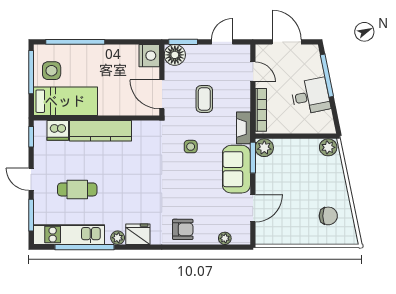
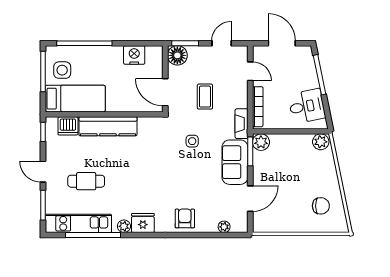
nightstand: (149, 56) -> (134, 55), moved, turned -90
desk: (311, 96) -> (307, 106), moved
armchair: (183, 229) -> (185, 218), turned -90

